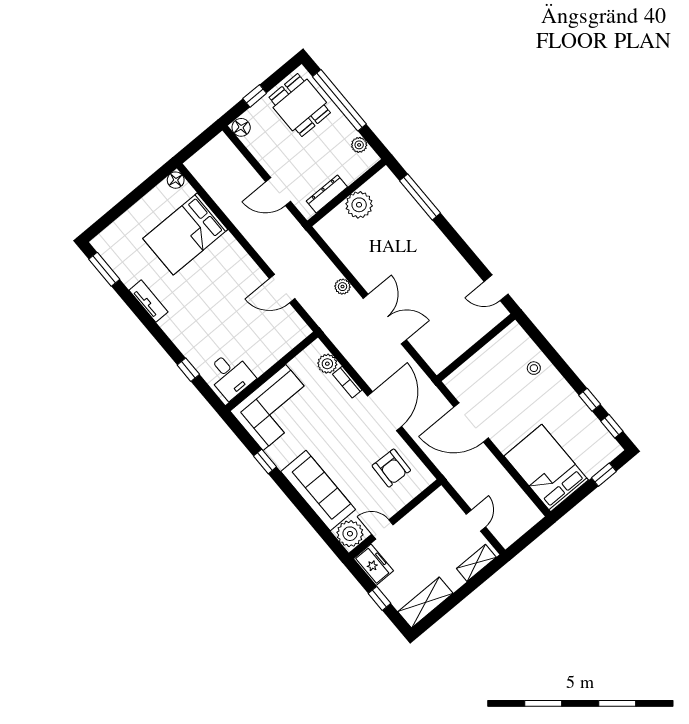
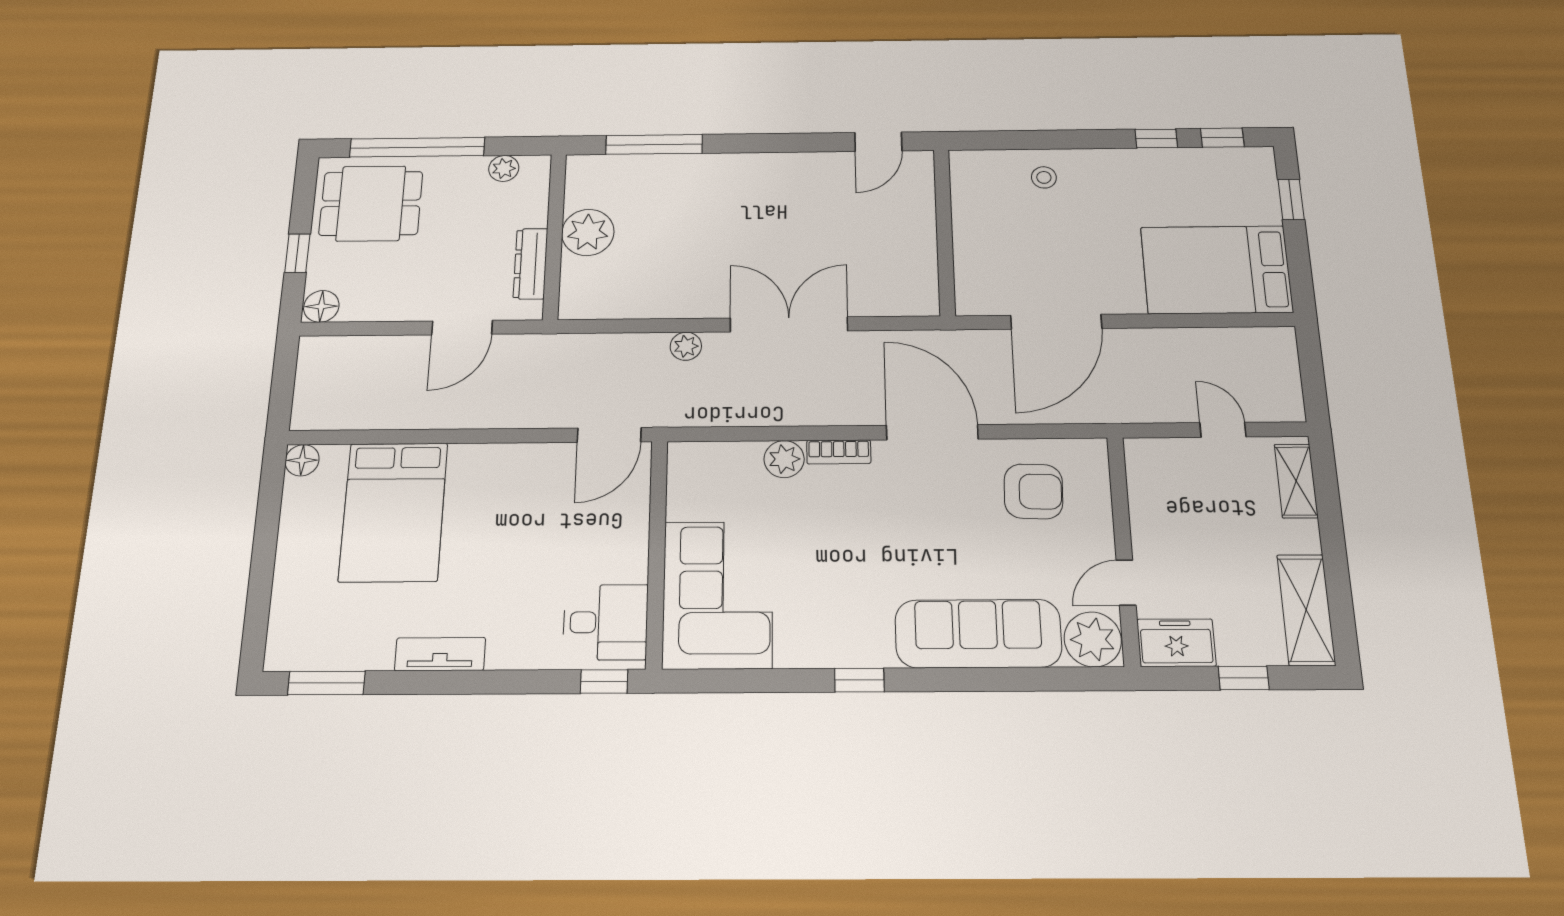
wall: (272, 371) -> (657, 553), moved
desk: (230, 375) -> (605, 622), moved
corner sofa: (274, 407) -> (718, 594), moved

